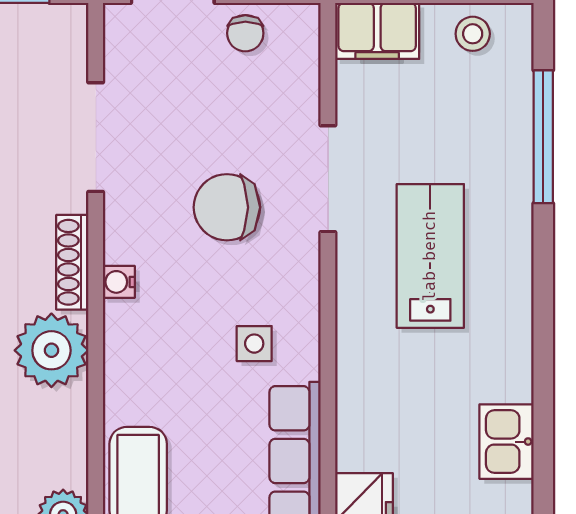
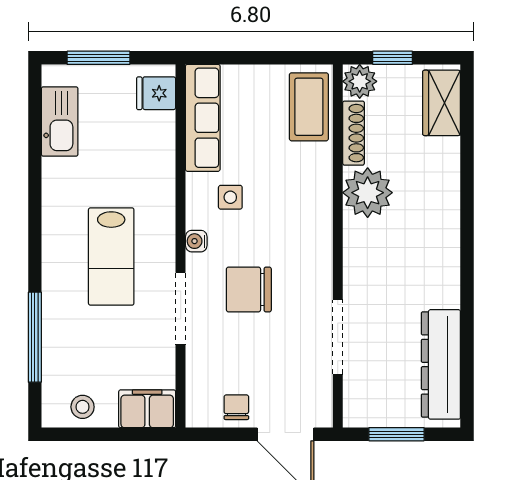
chair: (227, 207) -> (249, 289), turned 180
shoe rack: (72, 262) -> (353, 133), moved
water cooler: (119, 282) -> (196, 241), moved, turned 180
kitchen sink: (506, 442) -> (60, 121), width x1.38

